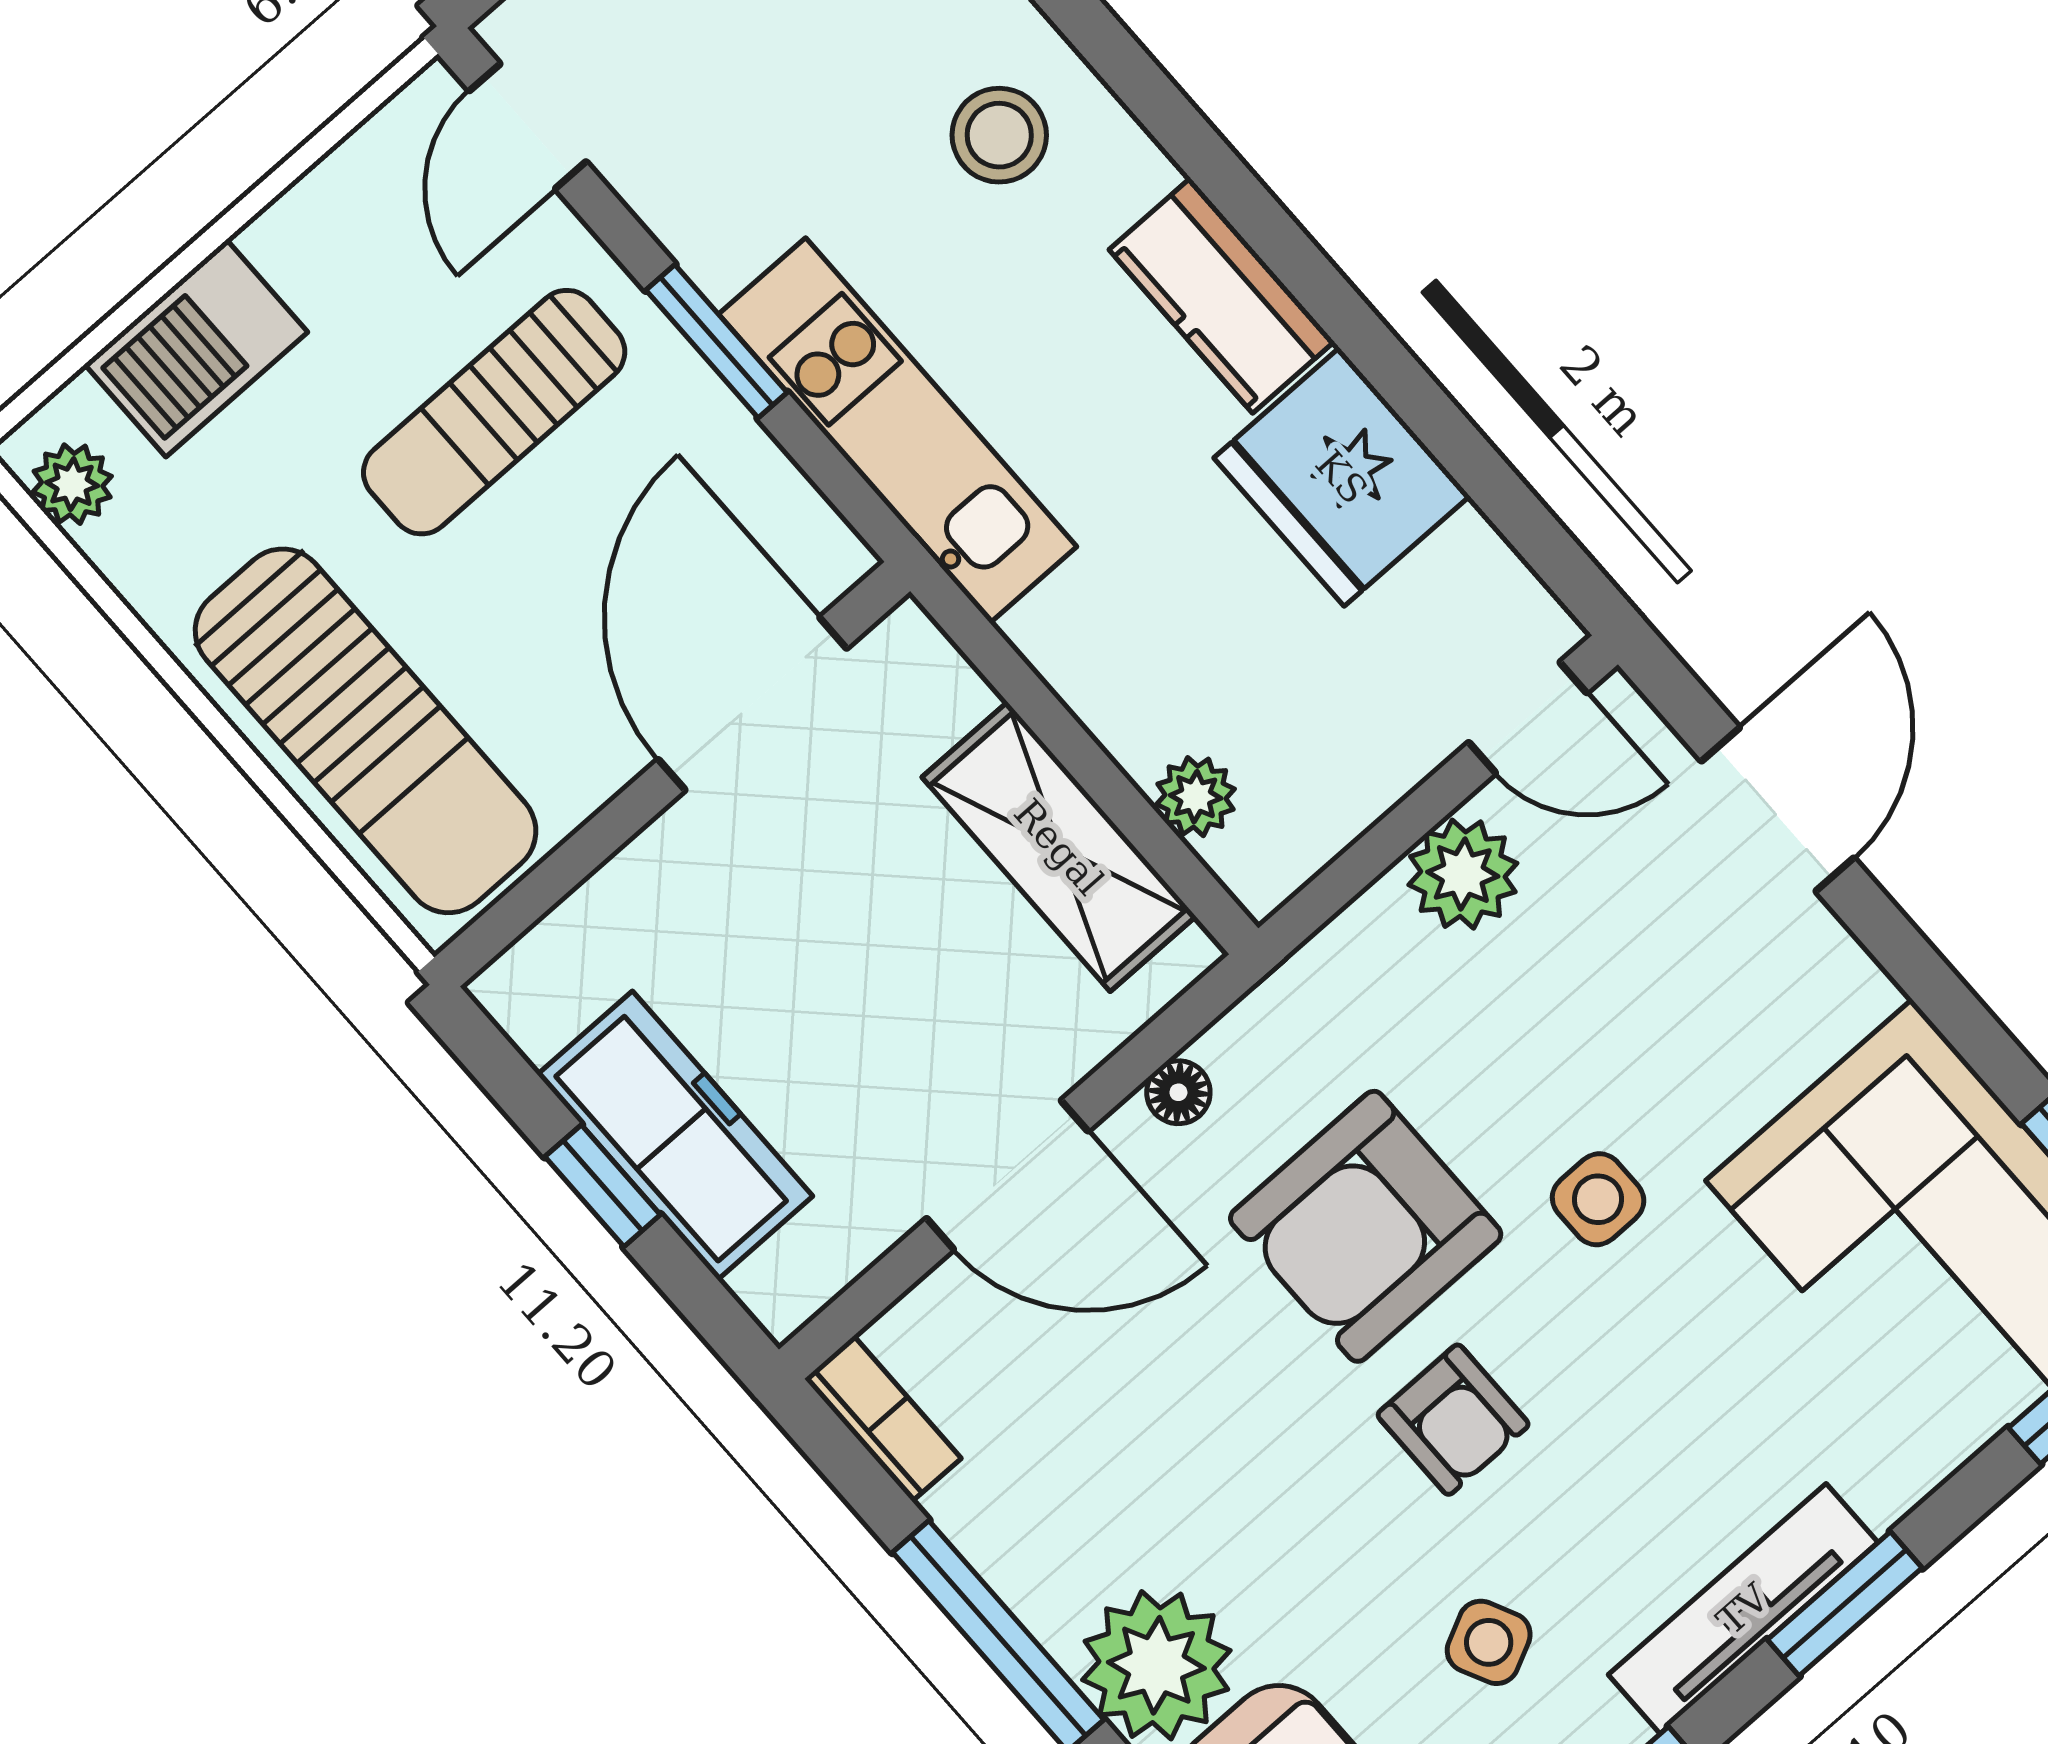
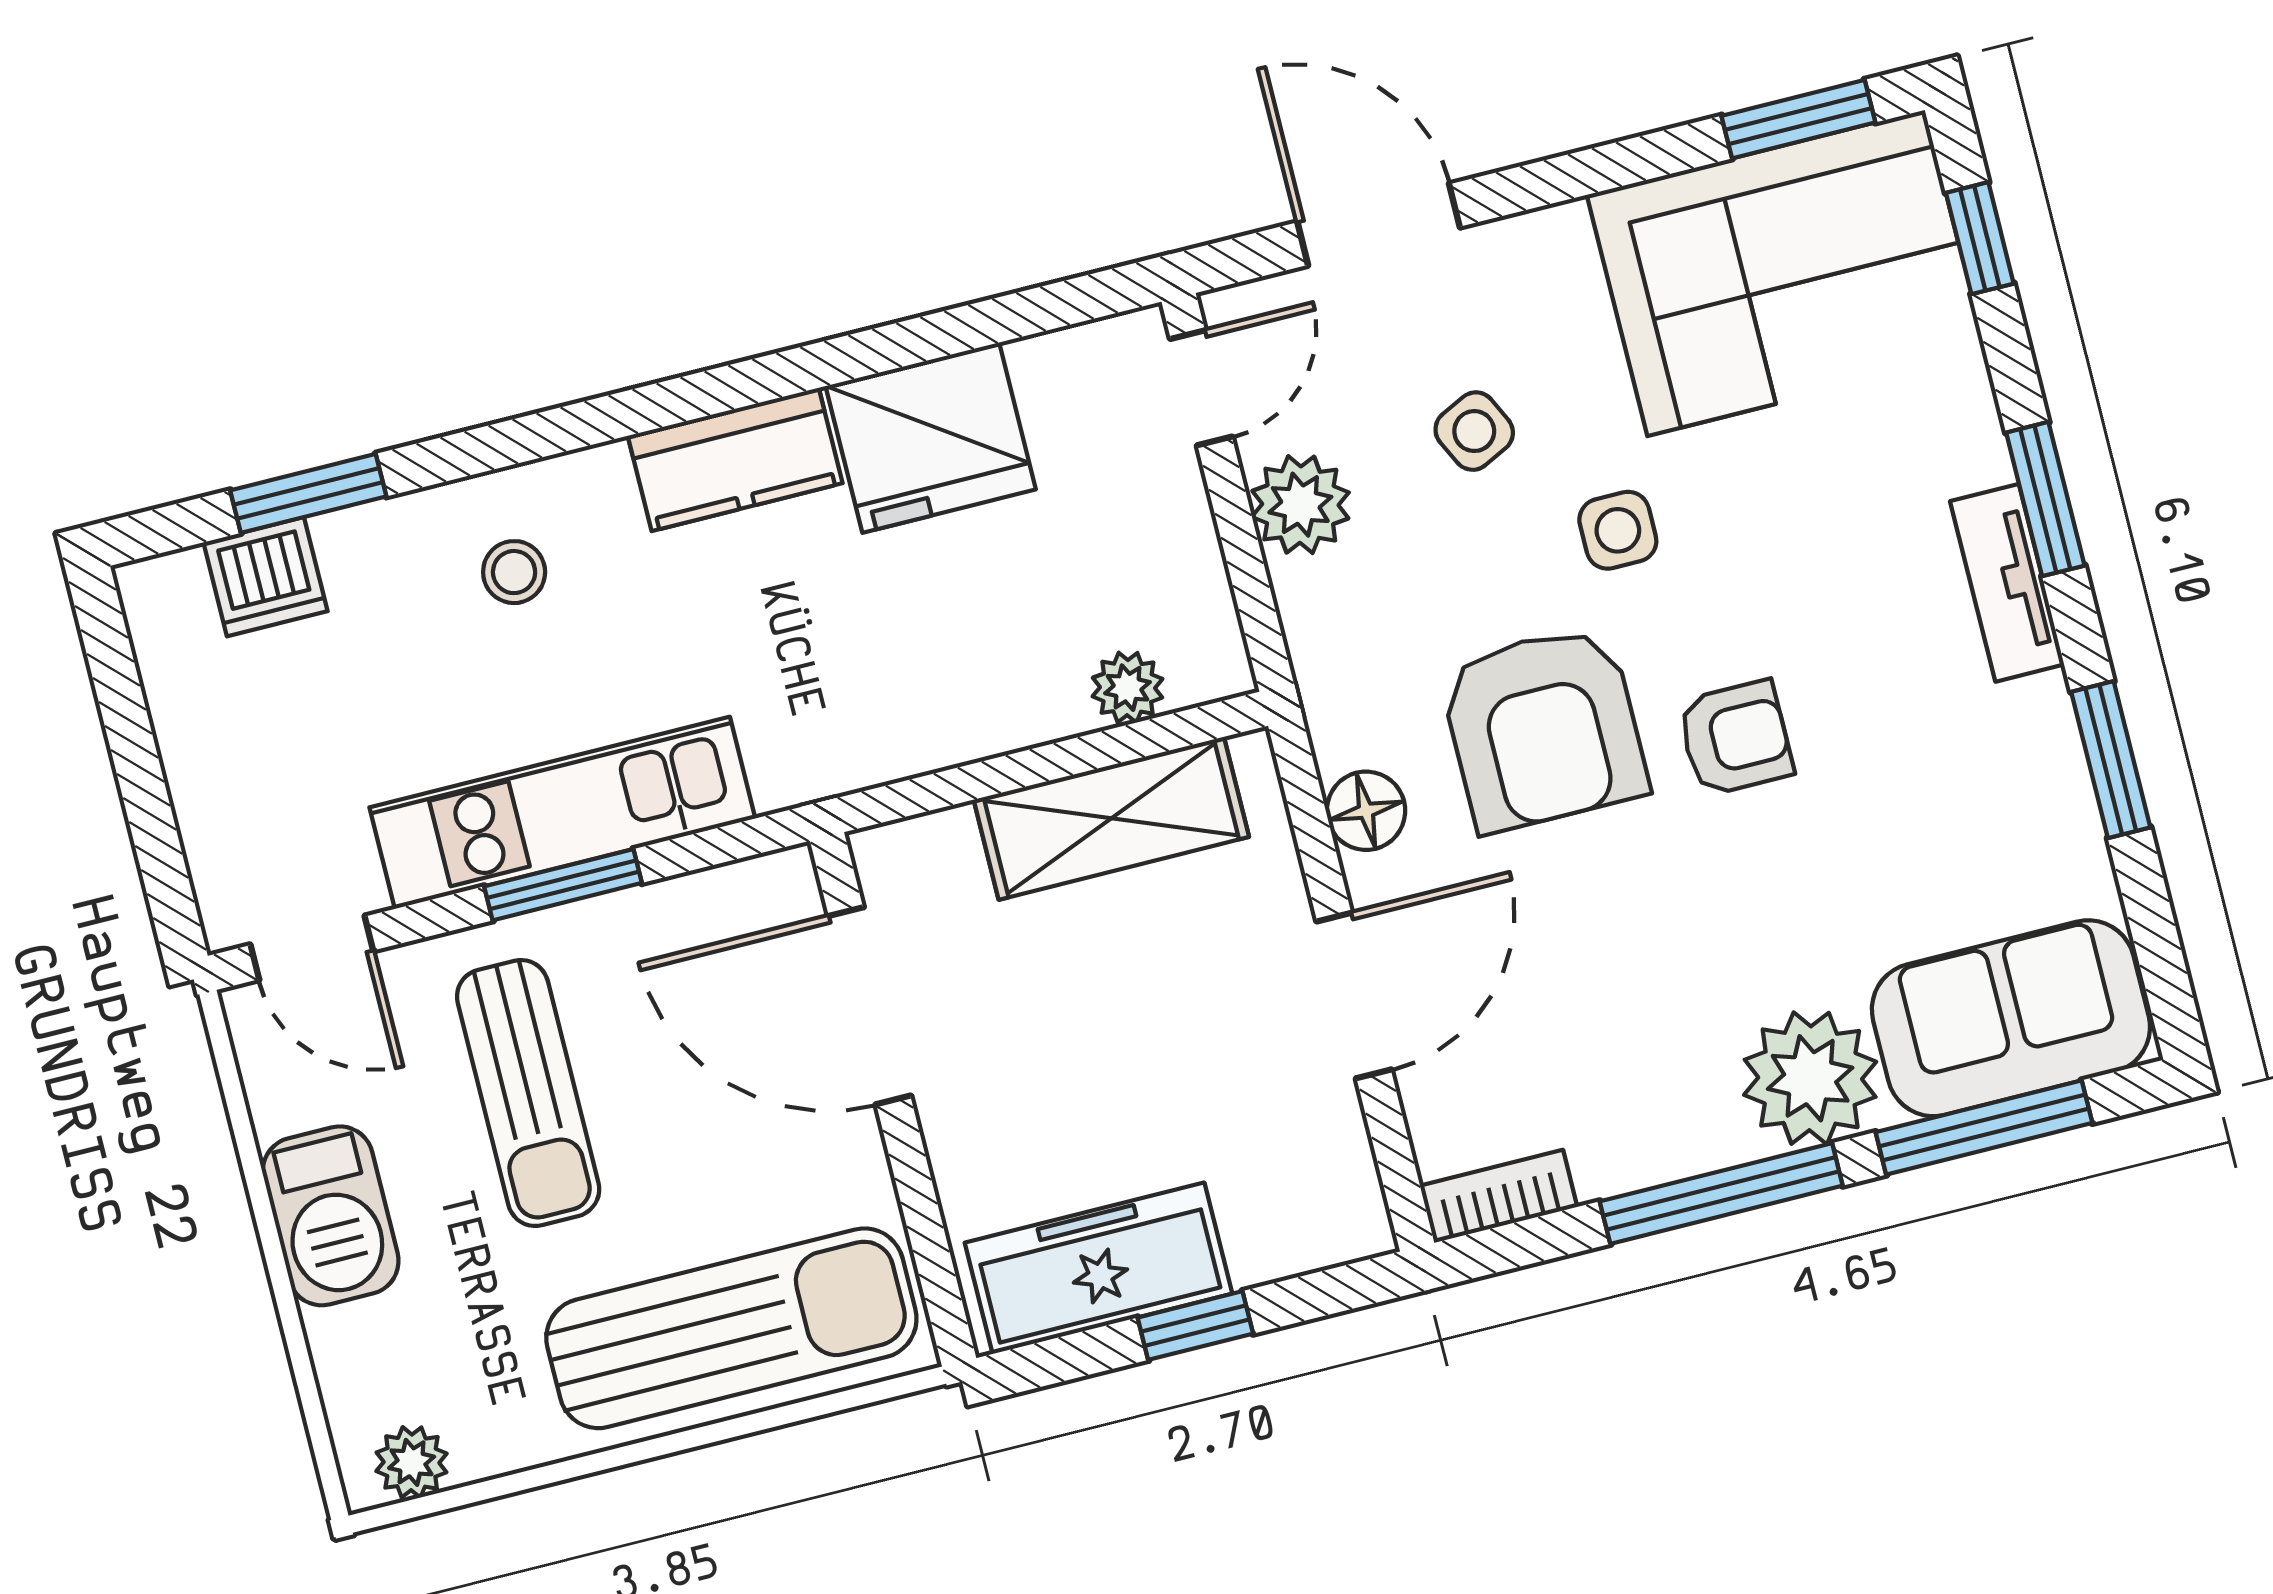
stool: (999, 135) -> (514, 572), width x0.73, depth x0.73
barbecue: (196, 348) -> (331, 1216), moved
kitchen unit: (898, 430) -> (562, 813), moved
floor lamp: (1178, 1092) -> (1366, 811), width x1.37, depth x1.37
freezer: (675, 1135) -> (1098, 1268), moved
tv unit: (1743, 1609) -> (2007, 583), width x0.71
side table: (1489, 1642) -> (1474, 431), moved

